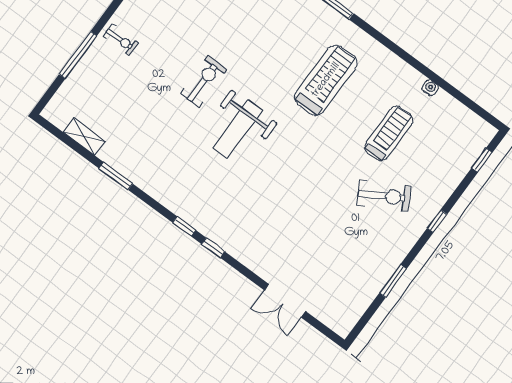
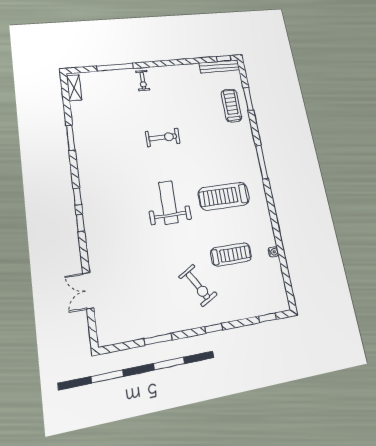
treadmill: (326, 80) -> (224, 196), turned 180
weight bench: (238, 129) -> (168, 202), moved, turned 90
shelving: (84, 137) -> (74, 88), moved

